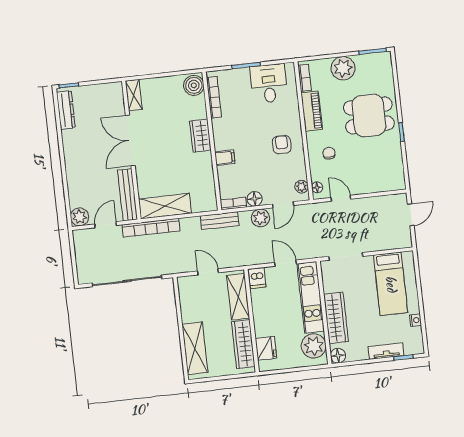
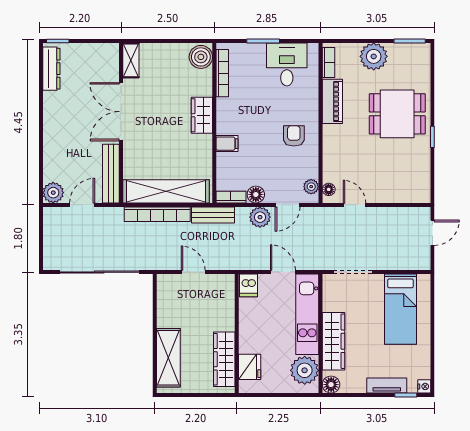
chair: (329, 153) -> (347, 152), removed
shelving: (165, 206) -> (166, 191), width x1.47
bookcase: (151, 228) -> (157, 214), moved
shelving: (238, 297) -> (224, 304), removed
nightstand: (415, 320) -> (424, 386), moved

